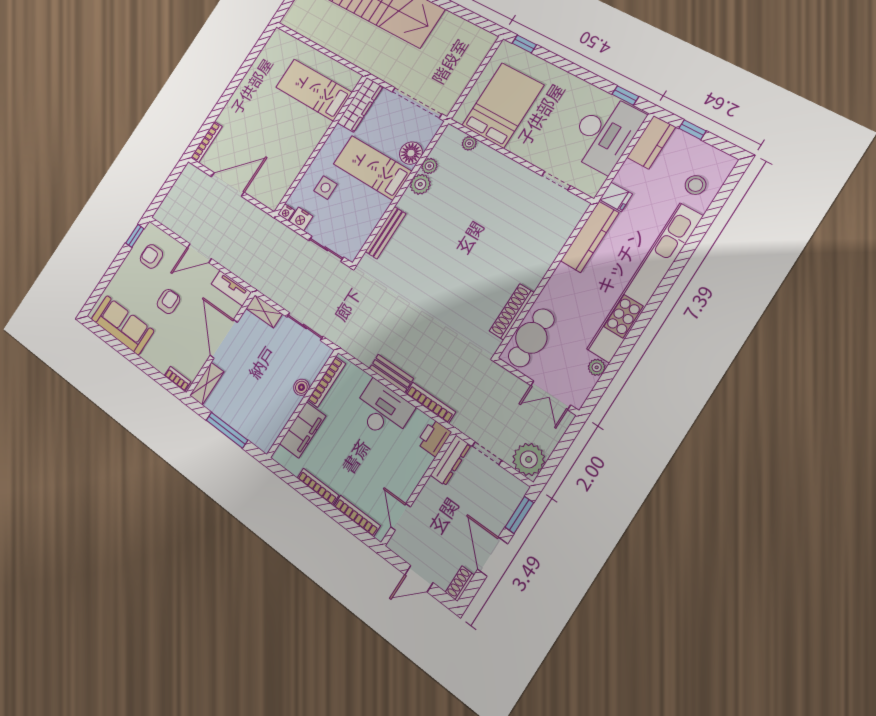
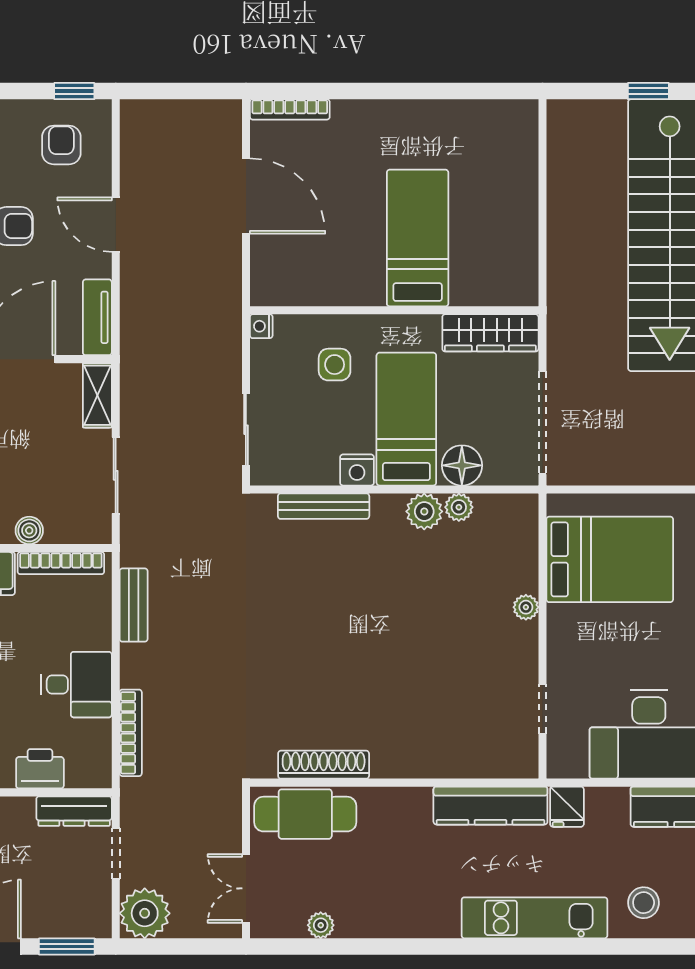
bed: (314, 90) -> (418, 238), moved
plant: (469, 143) -> (526, 607), moved
nightstand: (301, 219) -> (357, 470), moved, turned -90
kitchen unit: (645, 283) -> (534, 918), width x0.54
bench: (391, 373) -> (134, 605), moved
desk: (383, 410) -> (76, 685), width x0.73
printer: (434, 438) -> (40, 769), moved

